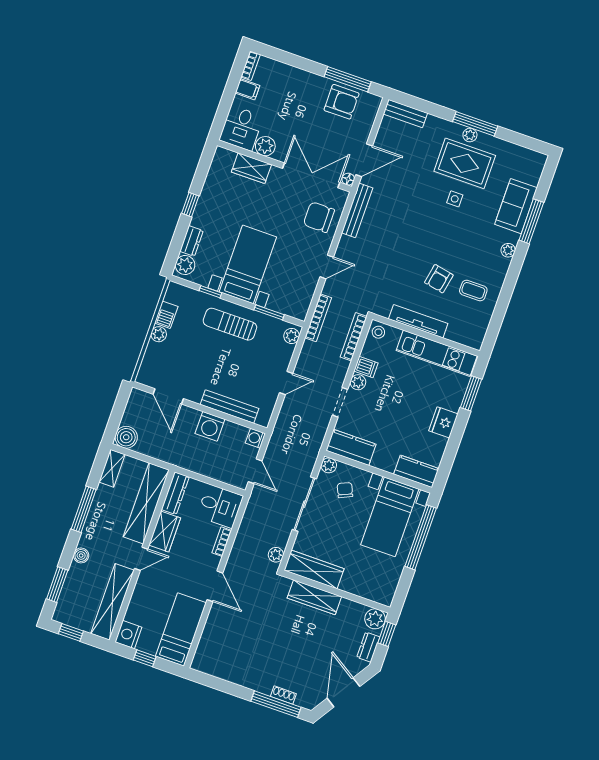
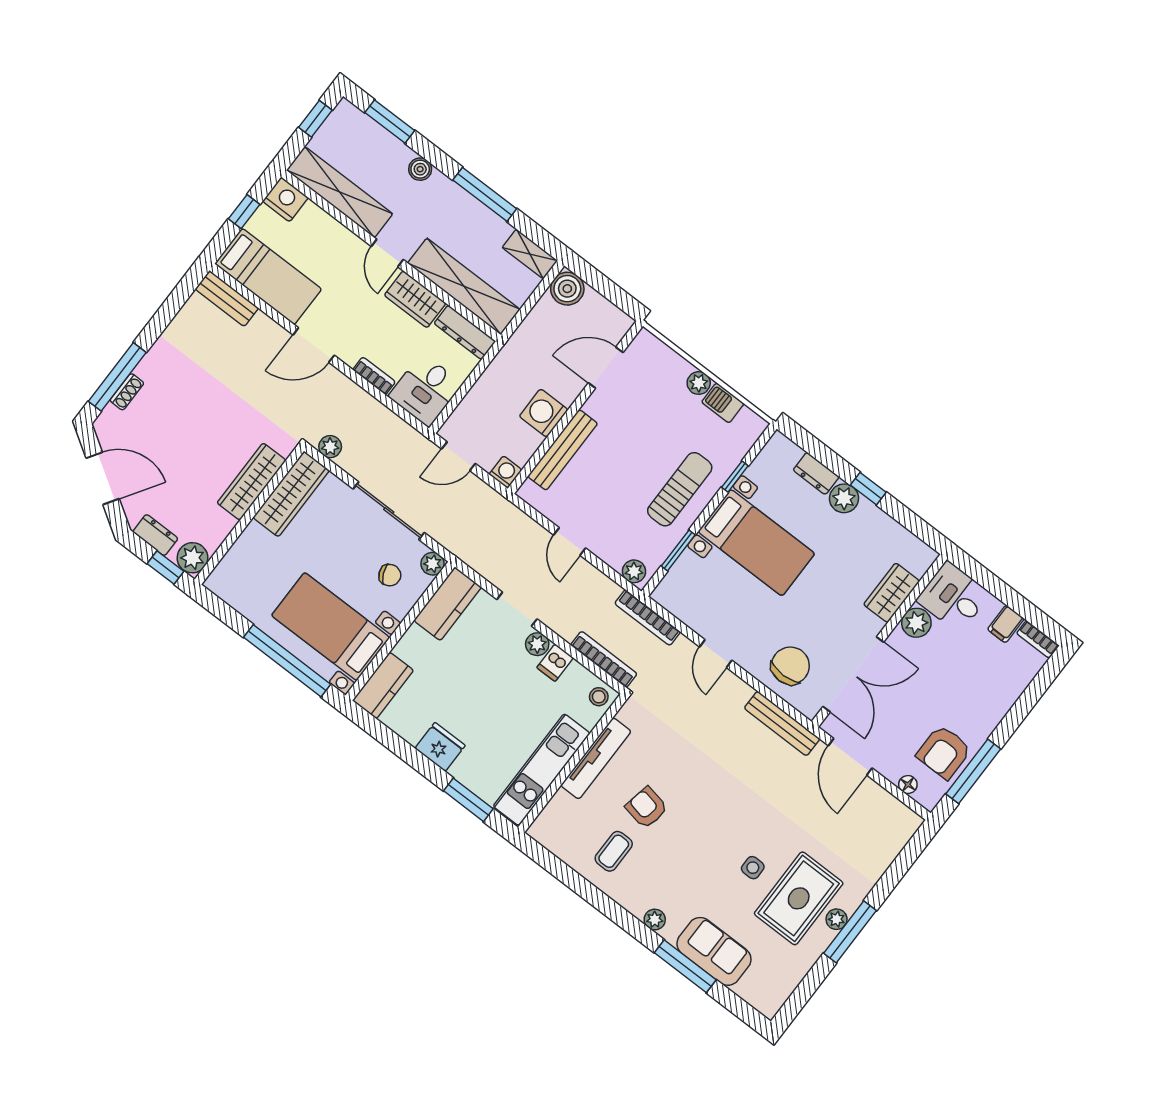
bench: (405, 114) -> (227, 299), moved, turned 90
floor lamp: (348, 179) -> (908, 785), moved
plant: (185, 265) -> (844, 498), moved

